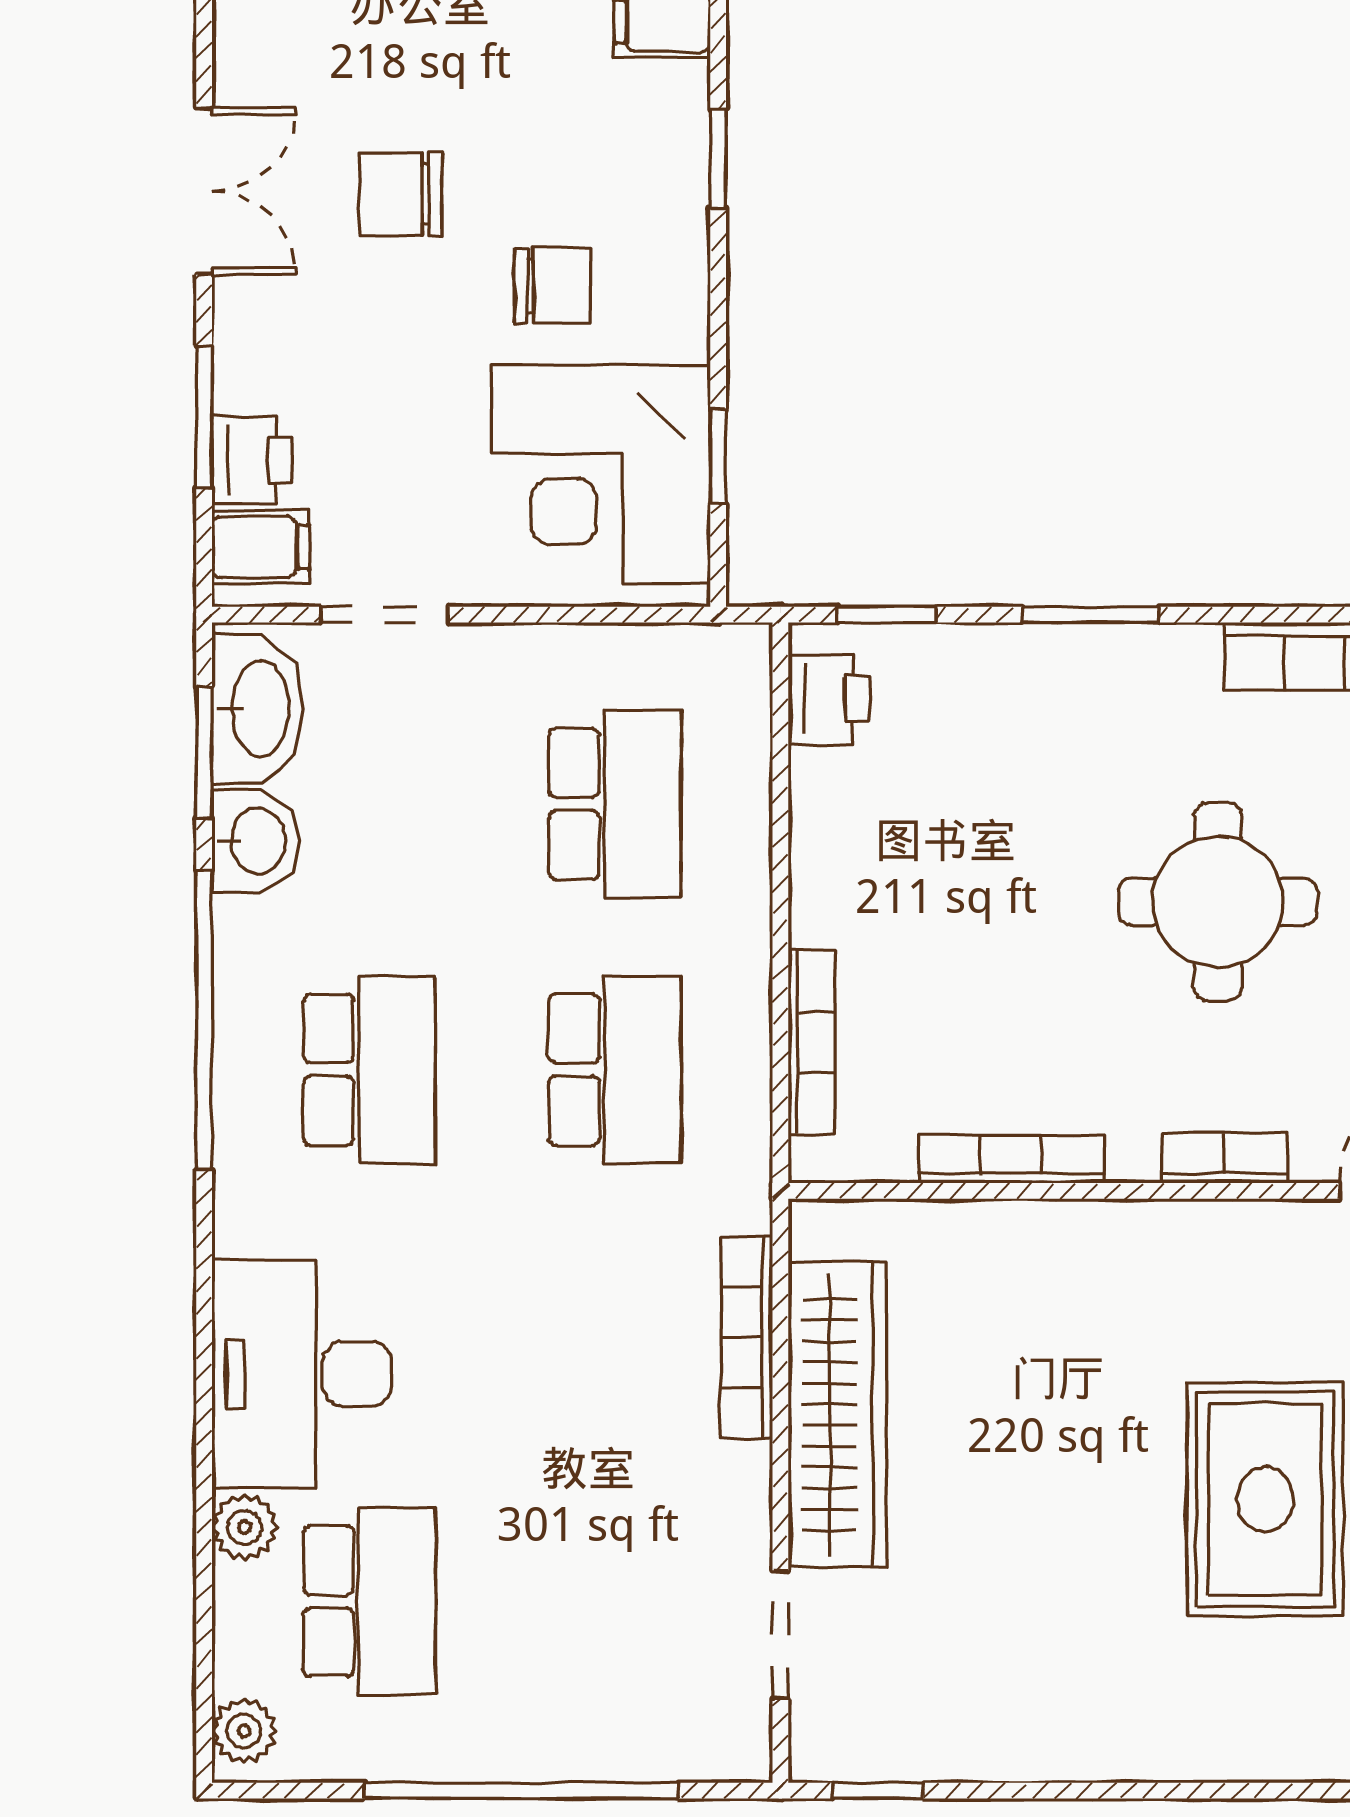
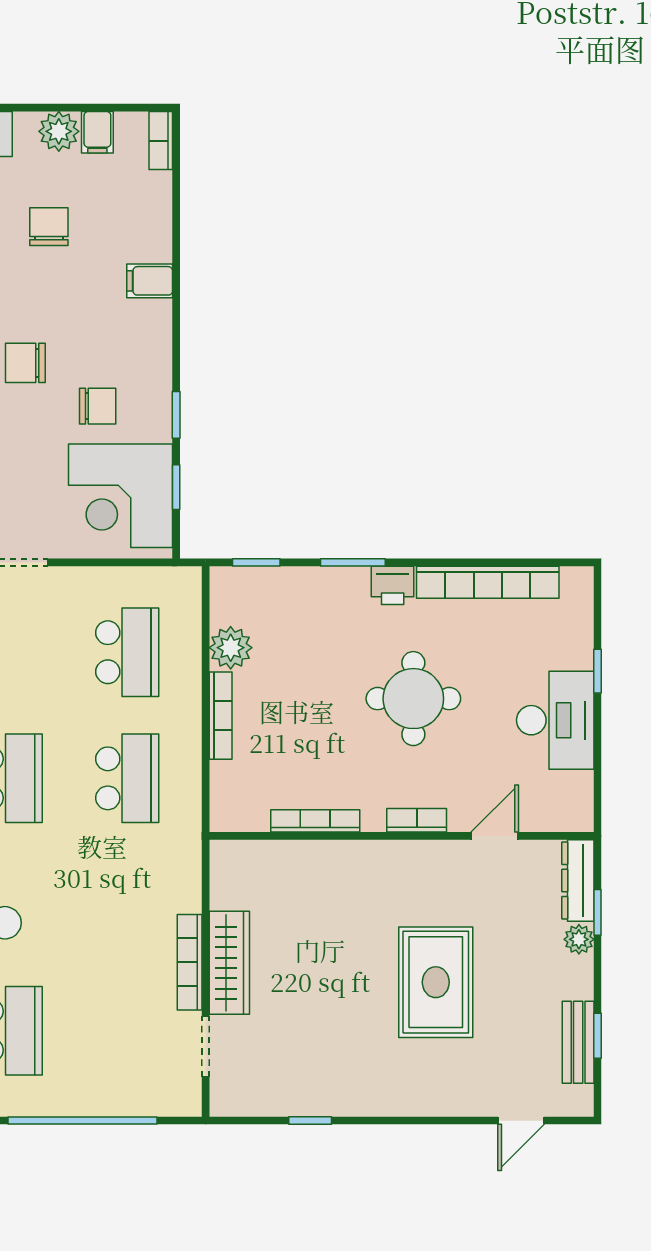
window: (718, 159) -> (176, 415), moved
printer: (829, 699) -> (393, 585), moved, turned 90
plant: (833, 795) -> (231, 648), added
bookcase: (812, 1042) -> (221, 716), moved
bookcase: (747, 1337) -> (190, 962), moved
wardrobe: (837, 1415) -> (229, 963), width x0.71, depth x0.85
window: (878, 1791) -> (310, 1121), moved

